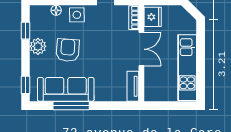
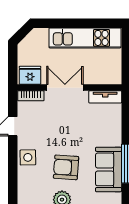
floor lamp: (56, 10) -> (23, 180), removed
sofa: (66, 89) -> (109, 169), width x0.73

